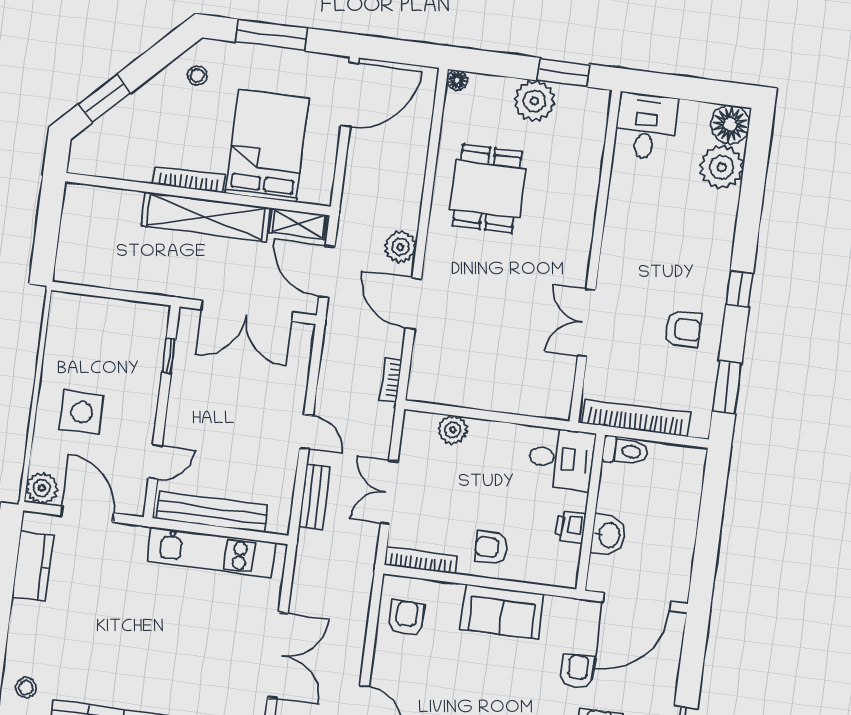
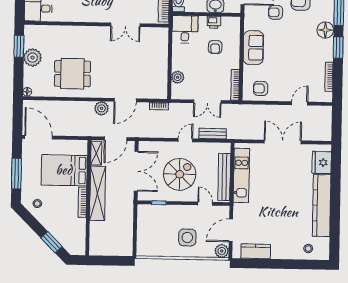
spiral stairs: (229, 410) -> (180, 174), added
armchair: (491, 548) -> (215, 47), moved

